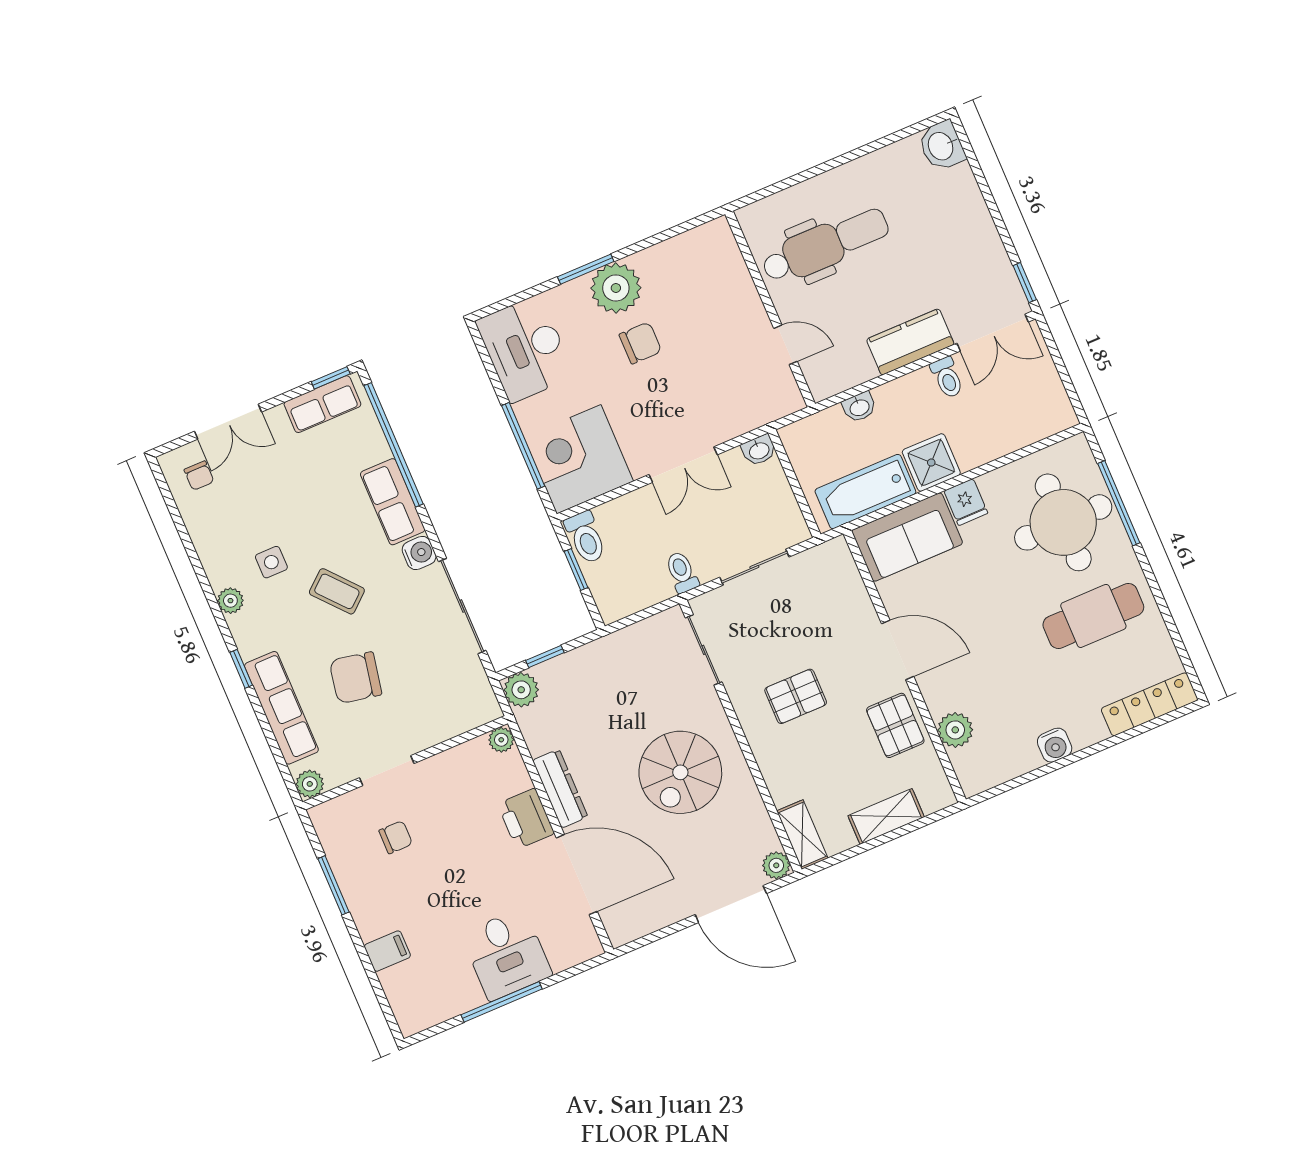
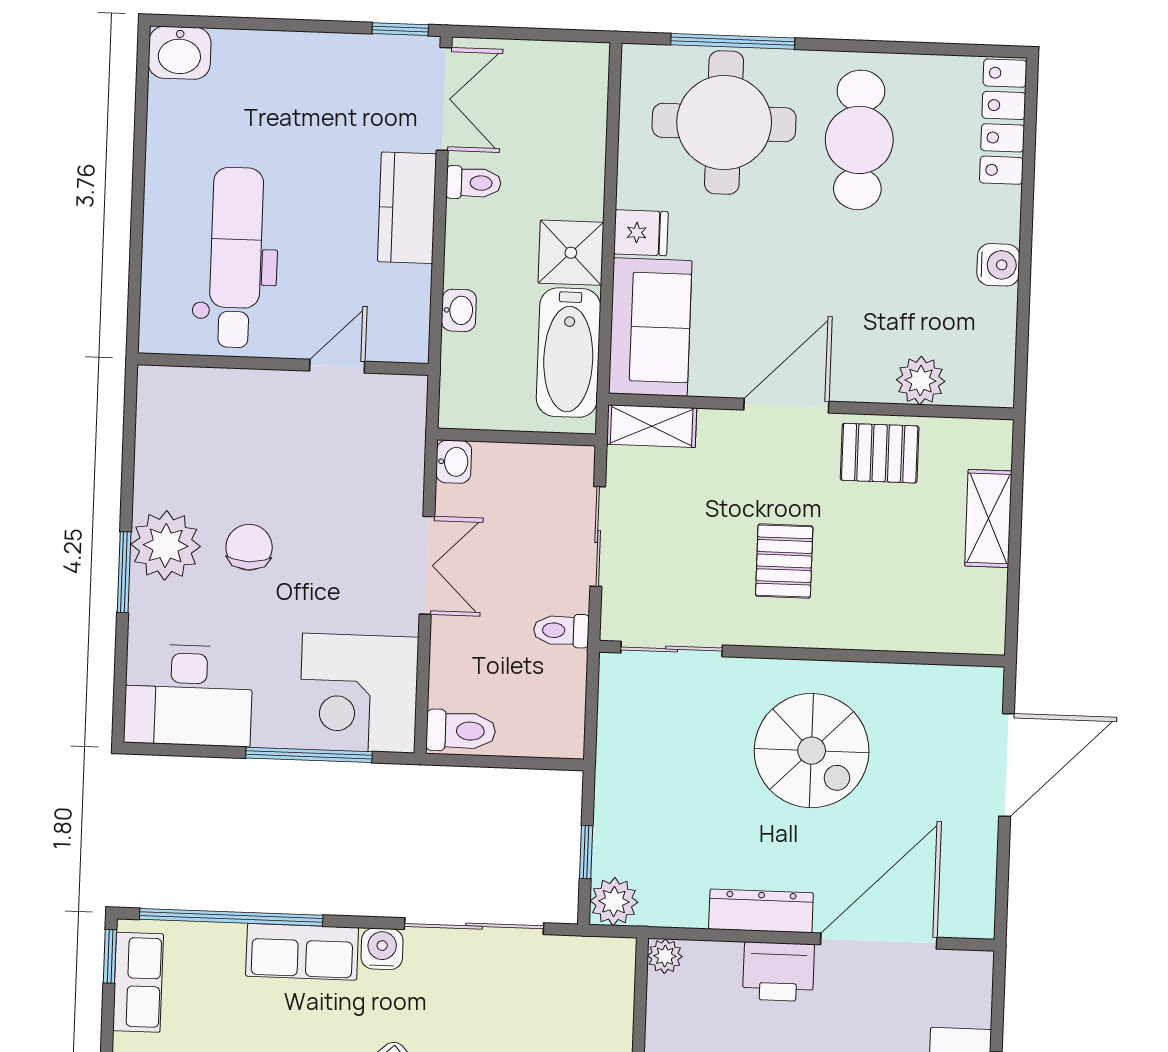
window: (576, 570) -> (495, 762), removed
shelving: (802, 834) -> (652, 426), moved
plant: (776, 865) -> (985, 685), removed

